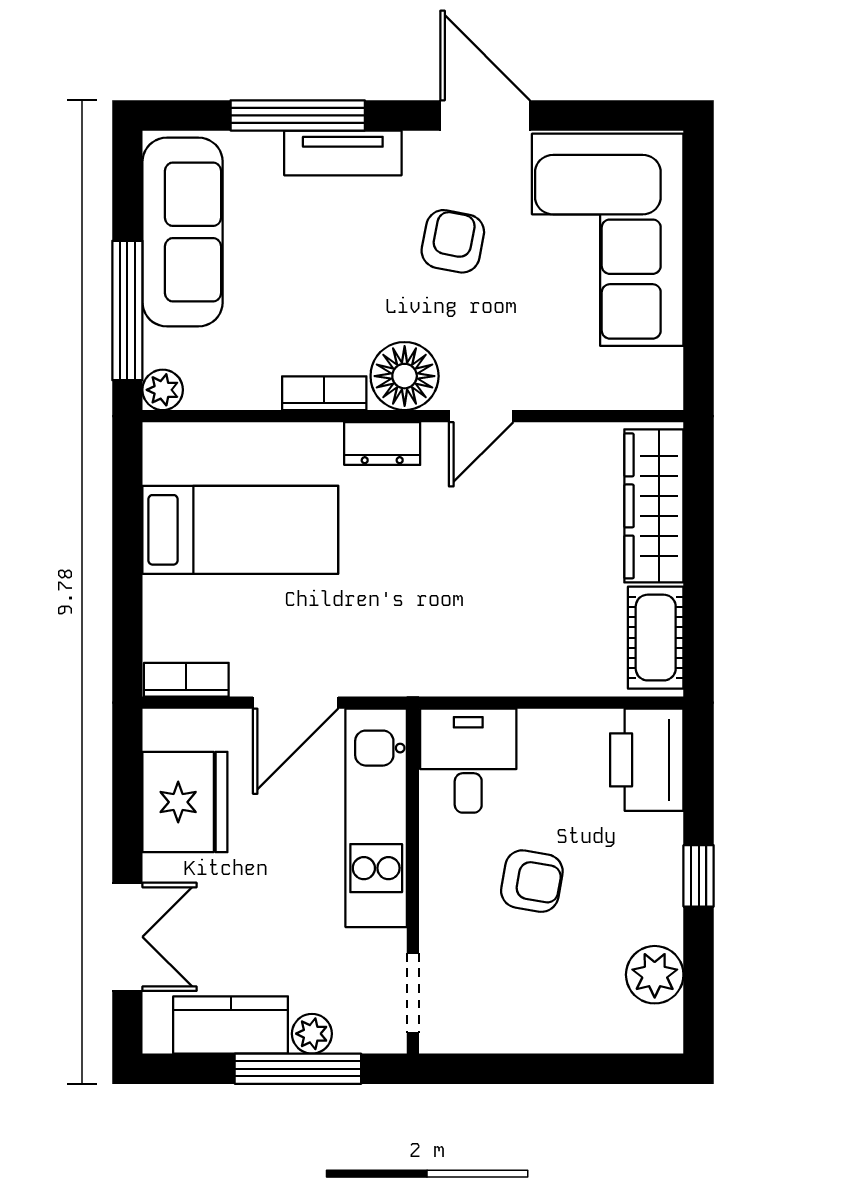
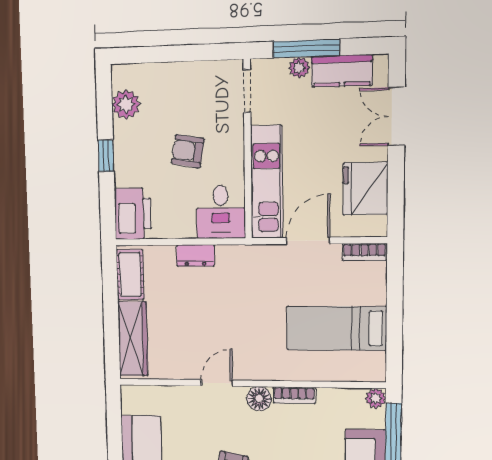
floor lamp: (405, 376) -> (259, 399), width x0.73, depth x0.73
dresser: (382, 444) -> (195, 255), moved, turned 180

